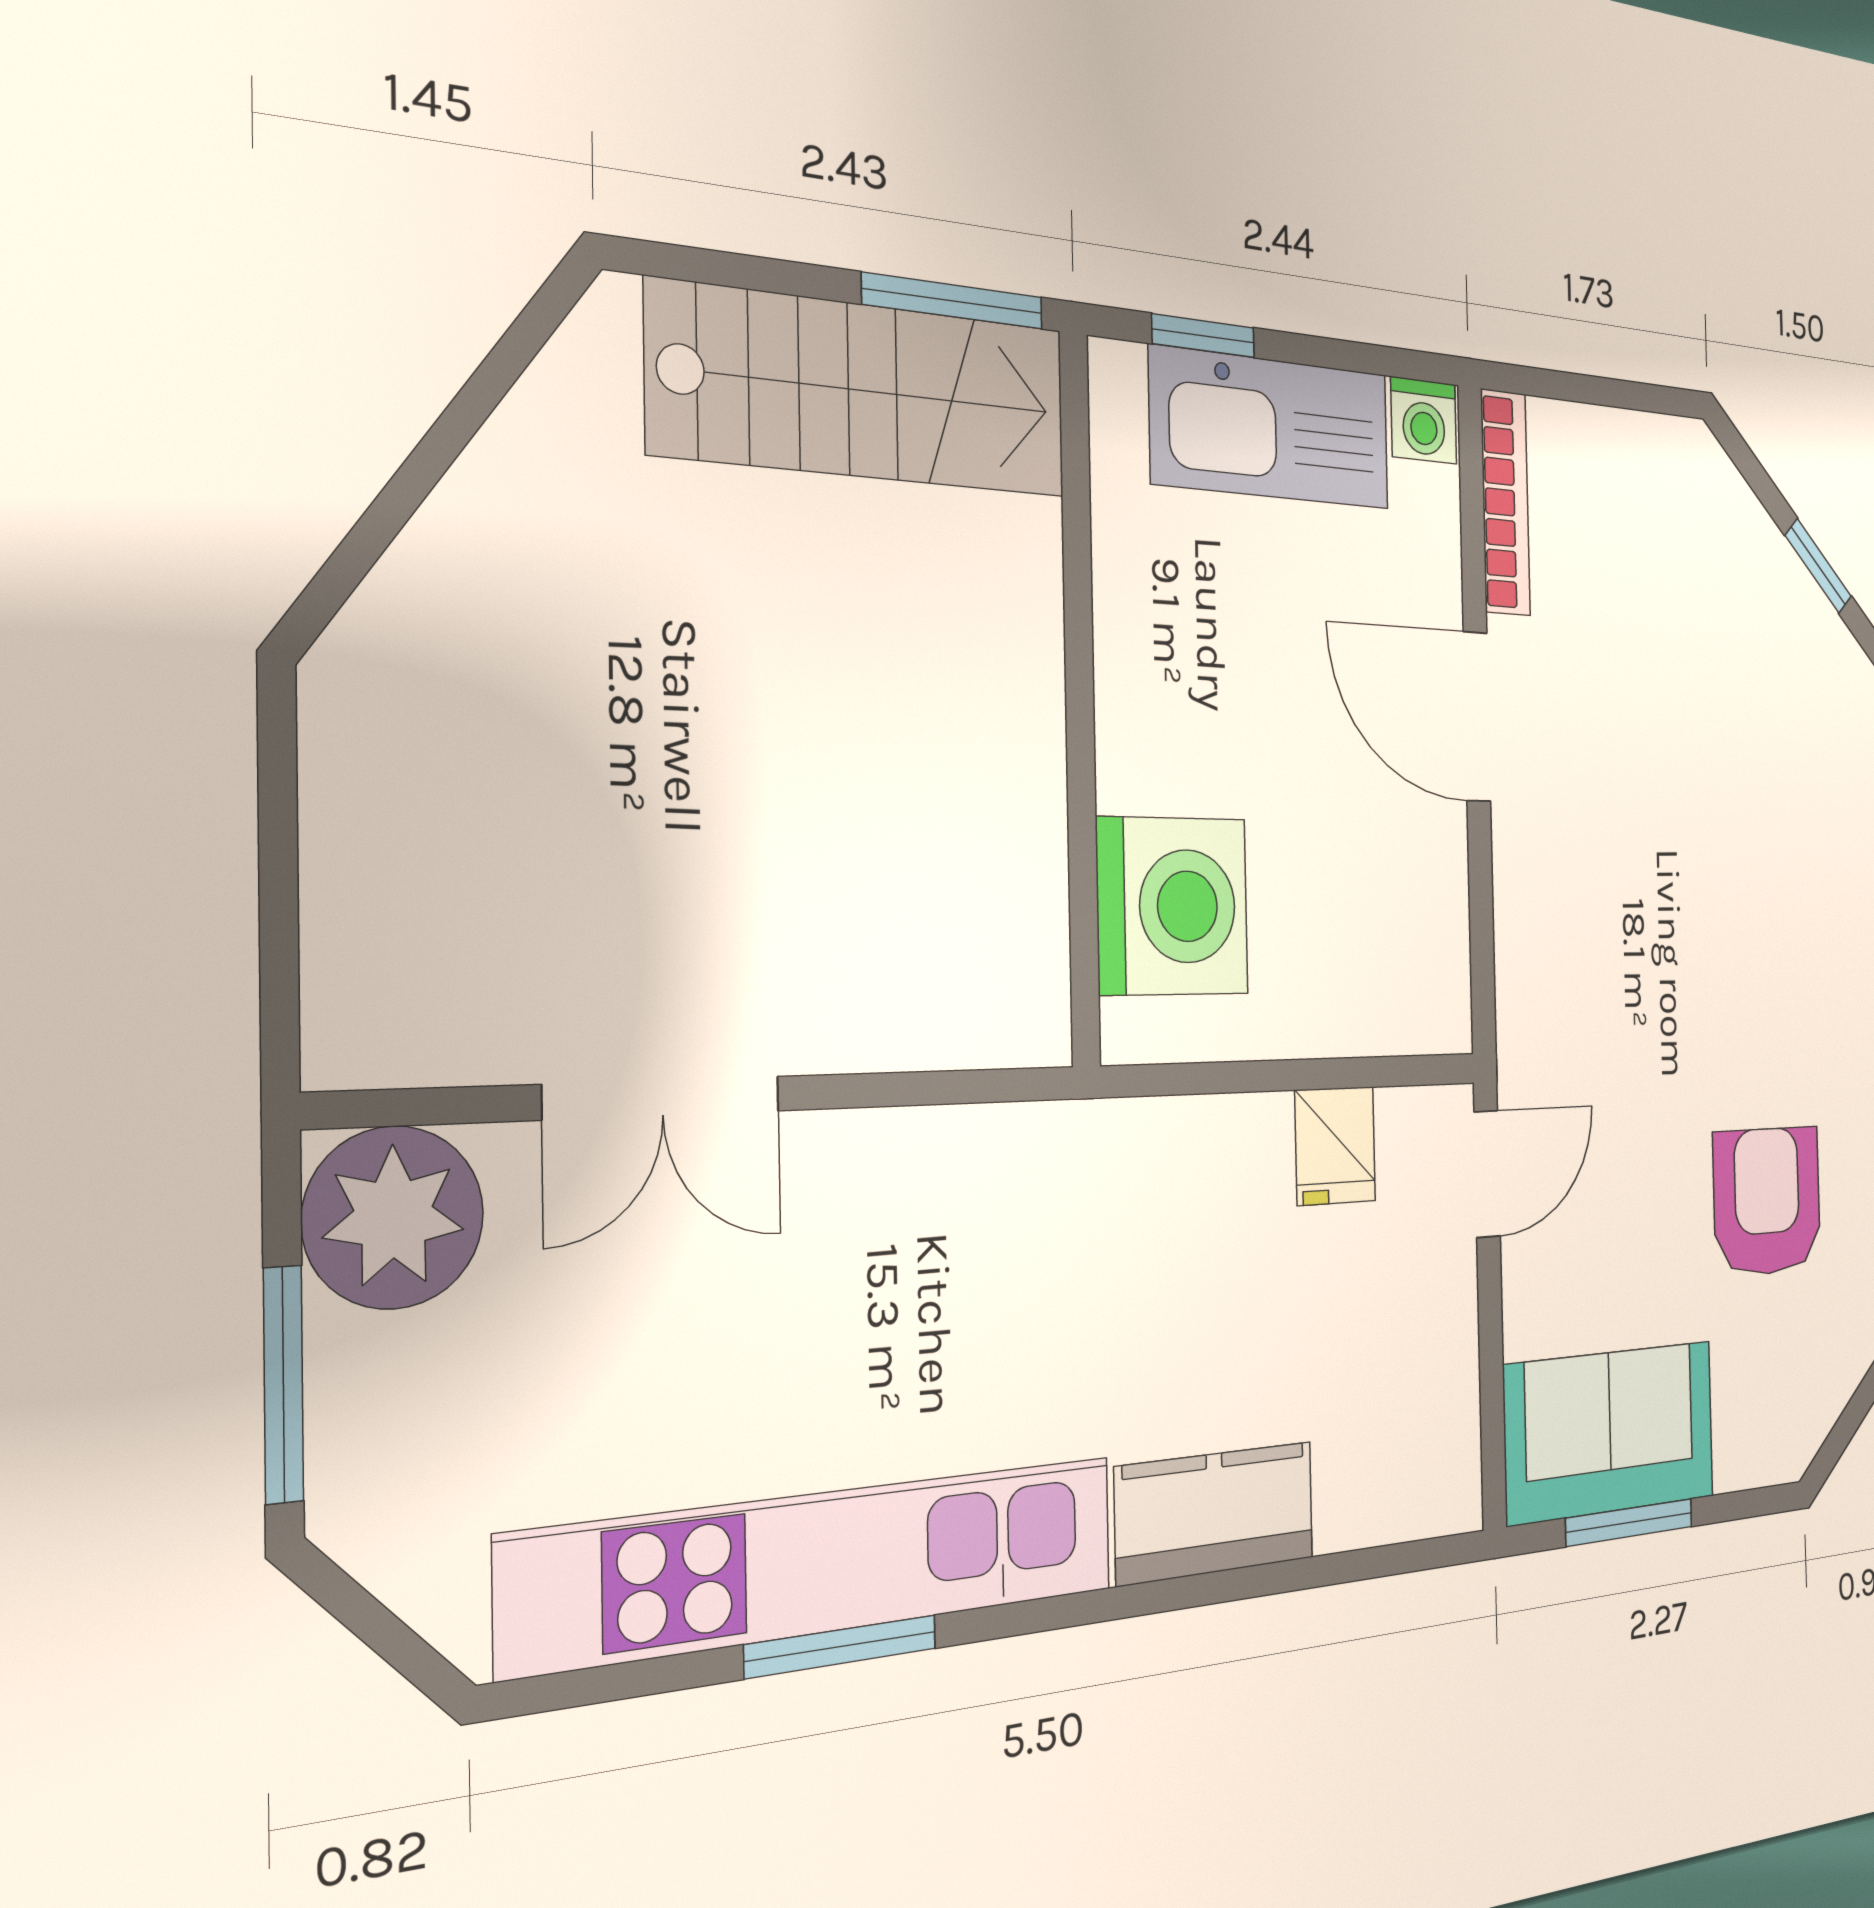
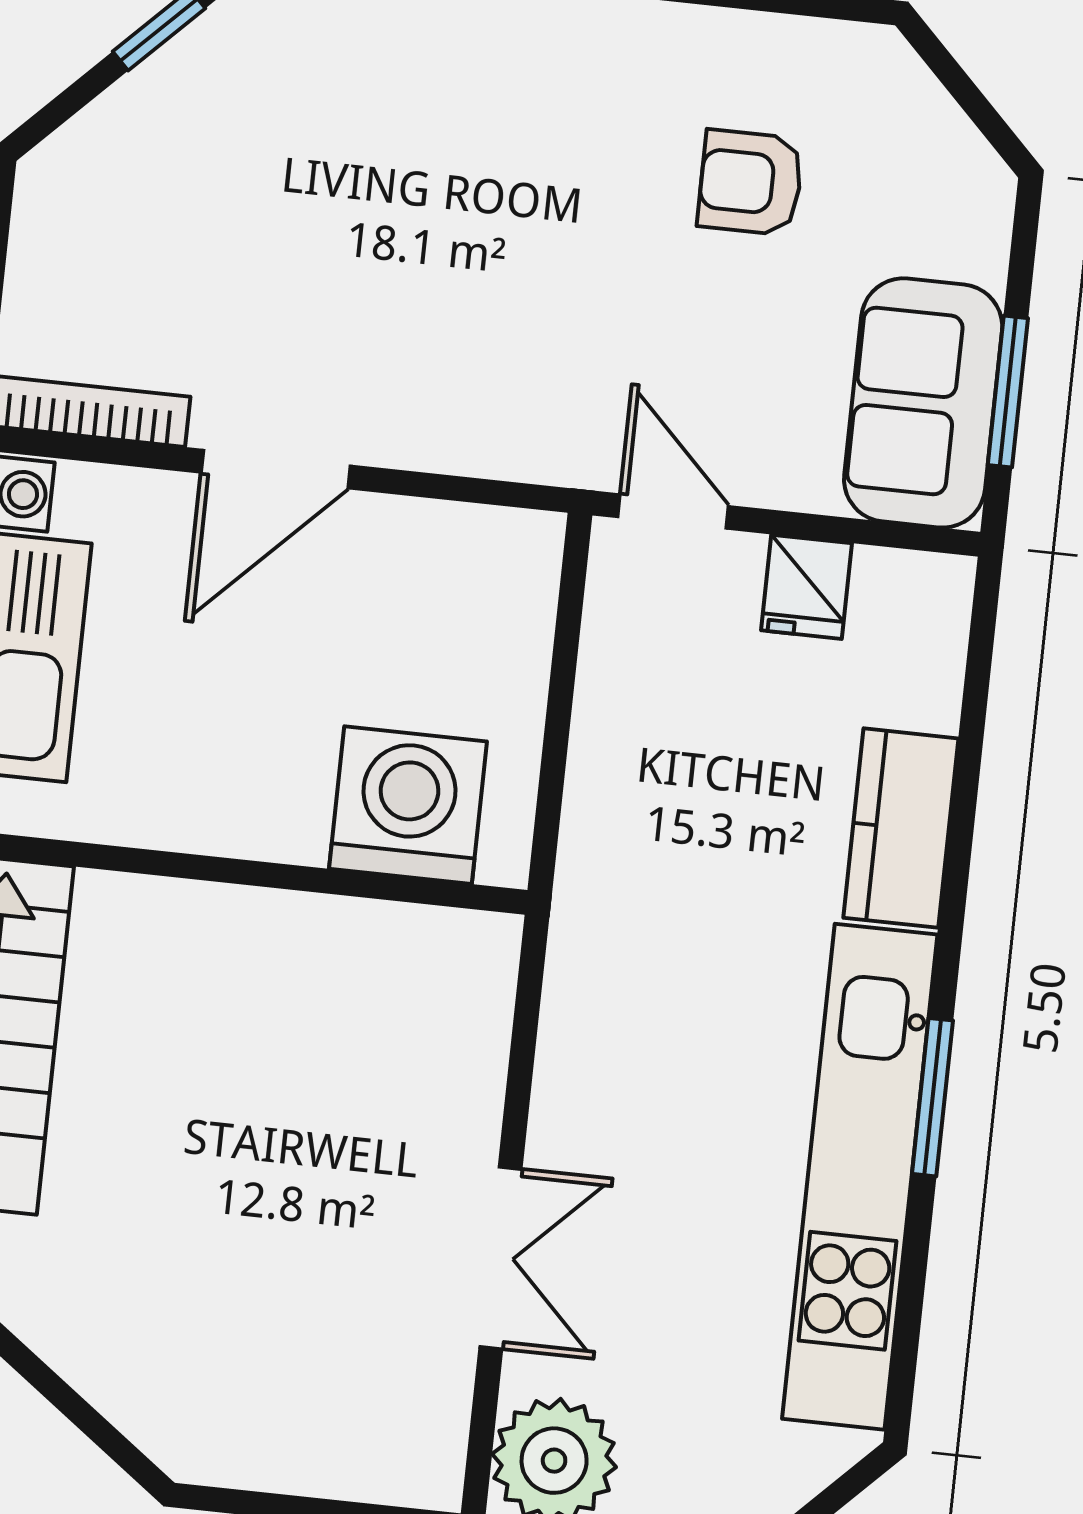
fridge: (1335, 1146) -> (807, 587), moved, turned 90
armchair: (1767, 1201) -> (750, 183), width x0.72, depth x0.72
window: (841, 1647) -> (932, 1097), moved

